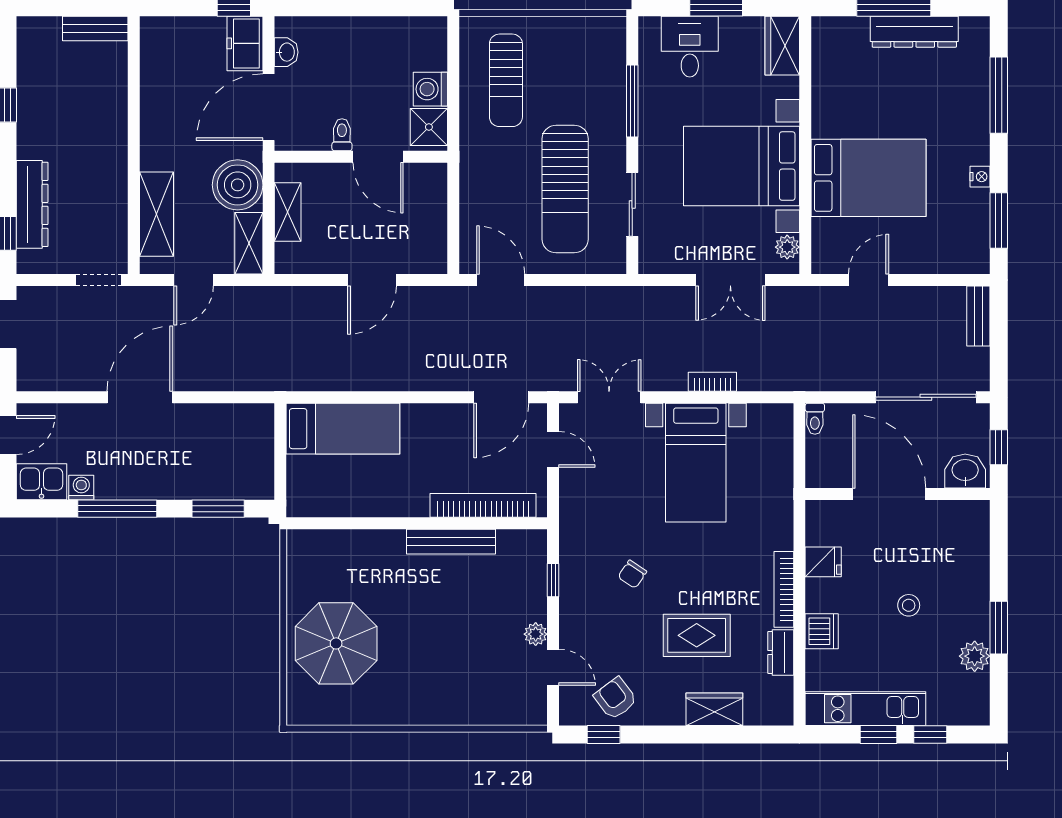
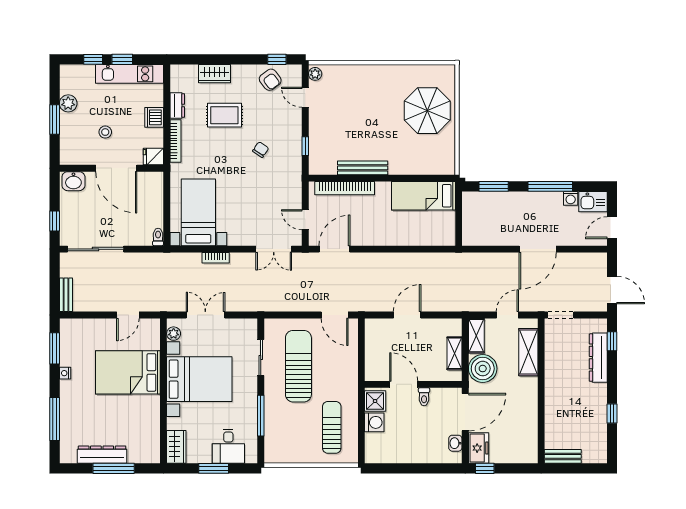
bed: (343, 429) -> (423, 196), moved
bed with nightstands: (696, 463) -> (198, 212), moved
washbasin: (965, 471) -> (73, 181), moved
door: (889, 494) -> (116, 168), moved
wall: (898, 494) -> (111, 168), moved
plant: (536, 634) -> (315, 74), moved

